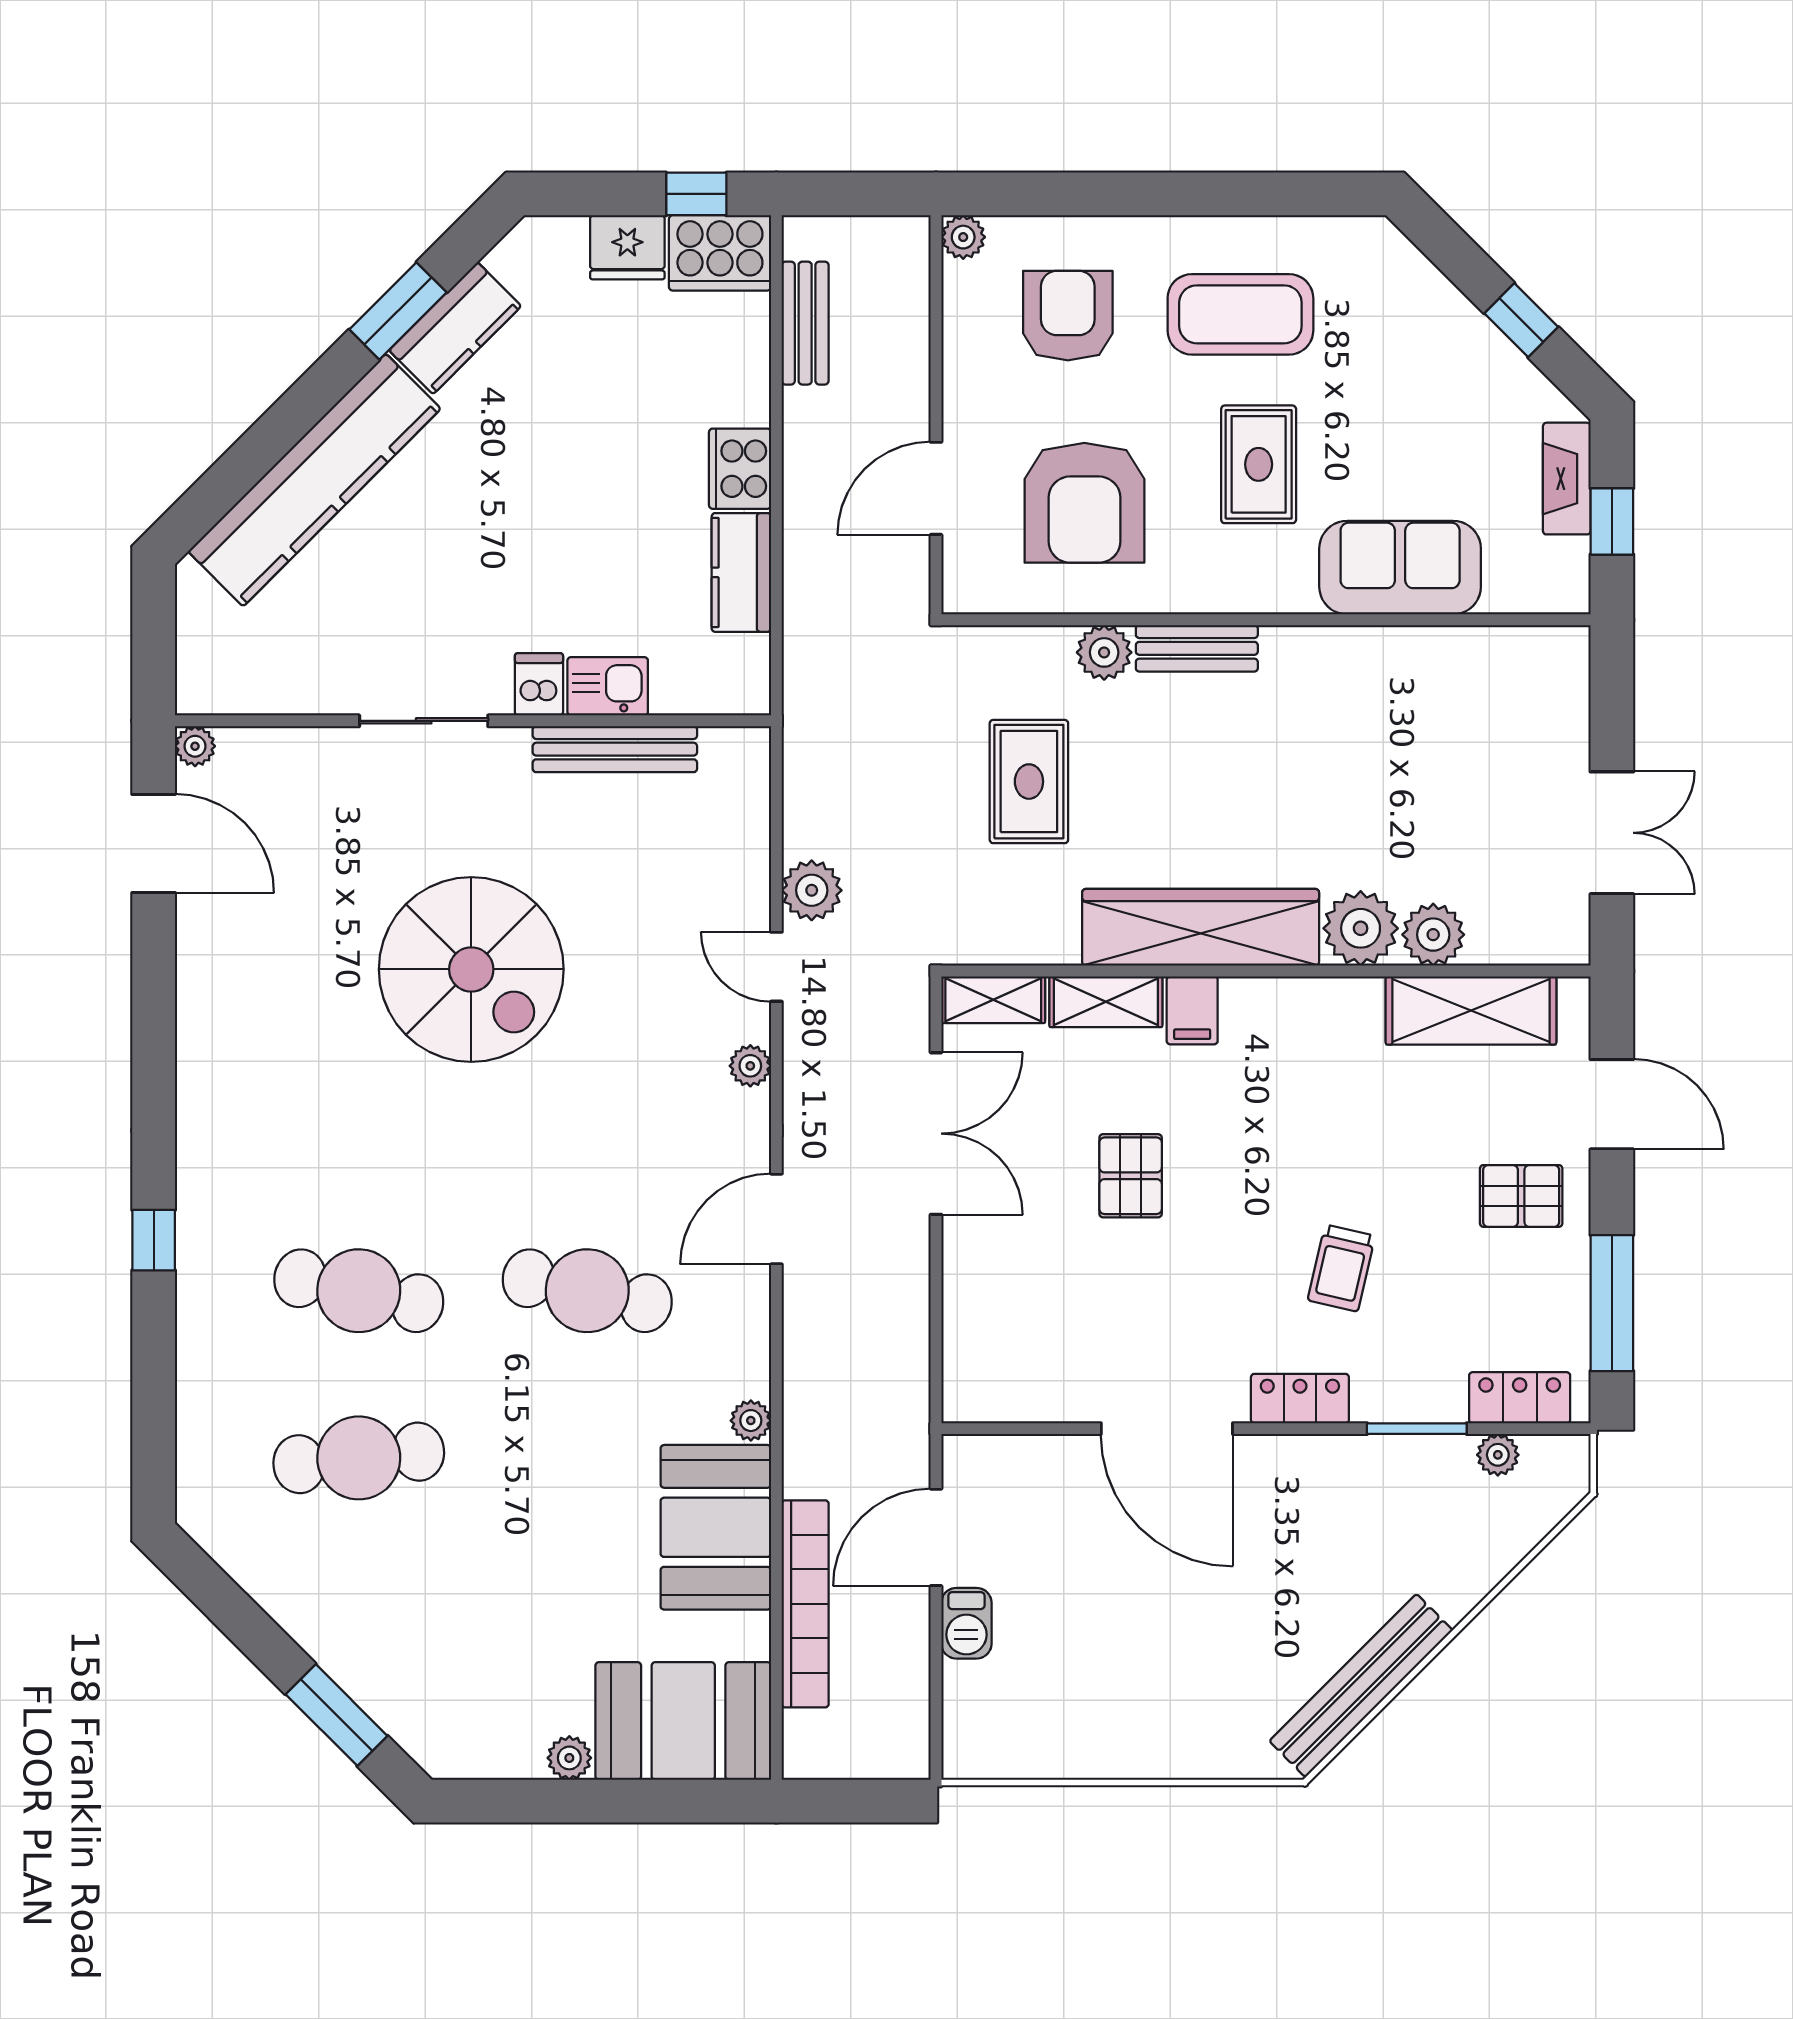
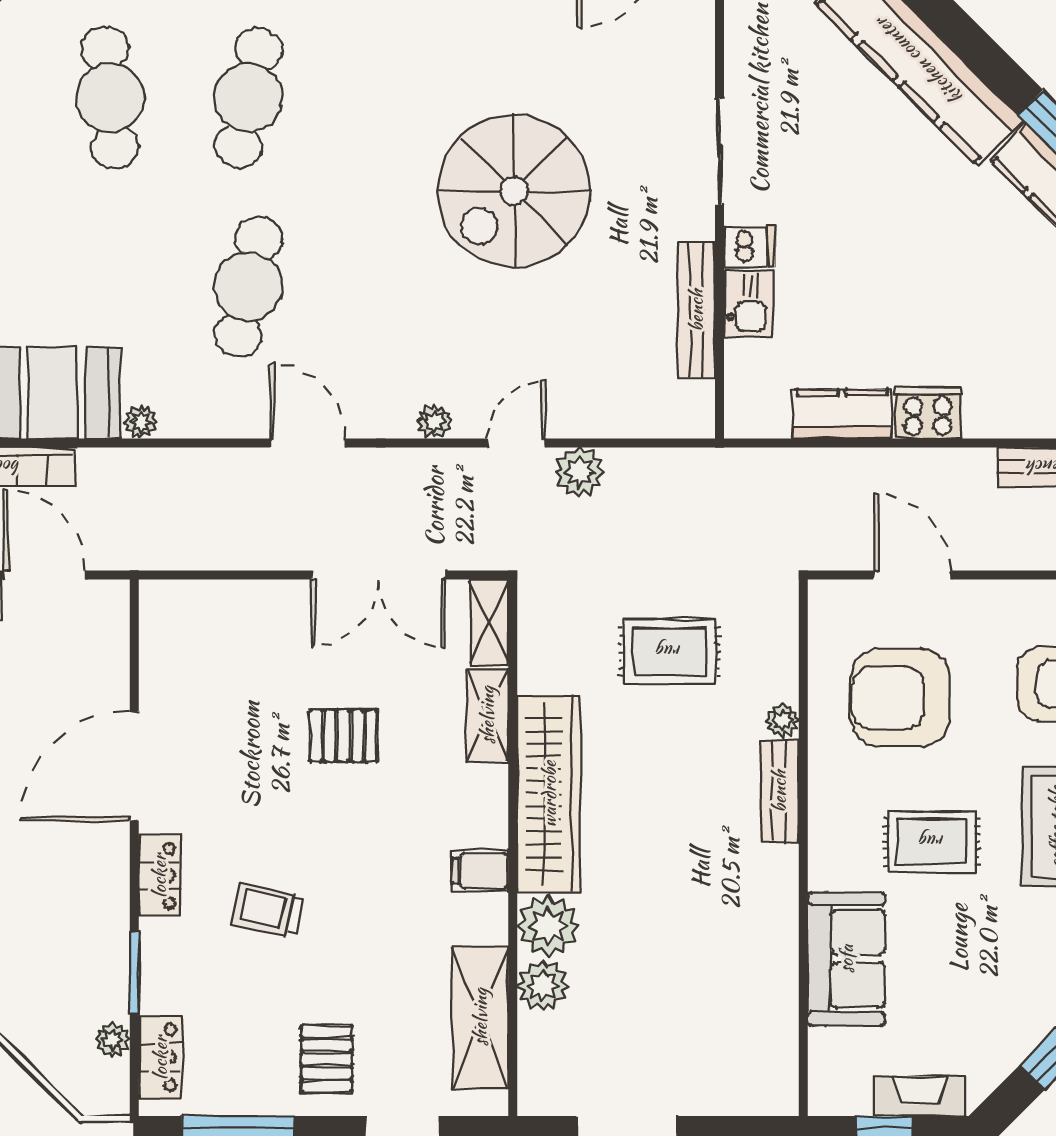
plant: (1104, 652) -> (782, 720), width x0.73, depth x0.73
filing cabinet: (1192, 1010) -> (480, 871), moved

